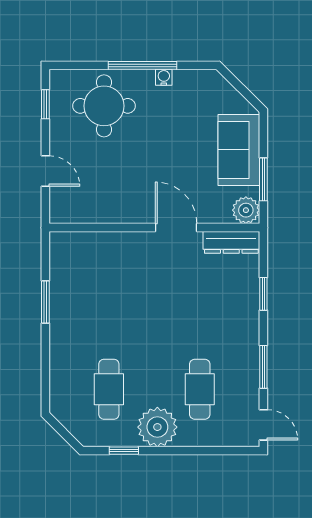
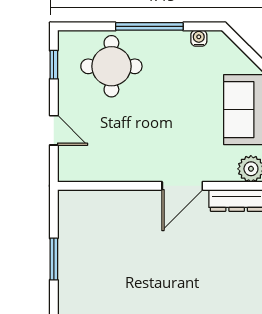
water cooler: (164, 77) -> (199, 38), moved
door: (176, 228) -> (182, 186), swing flipped

